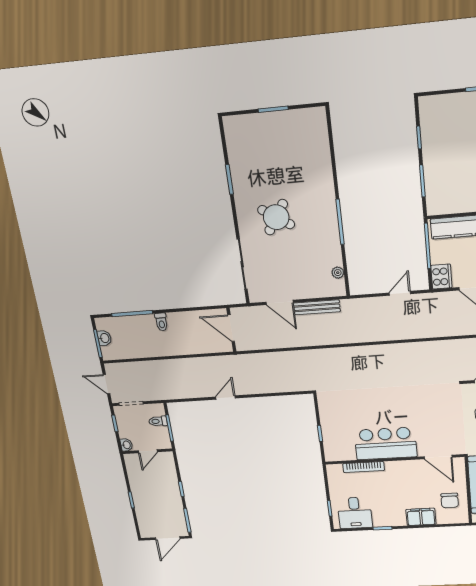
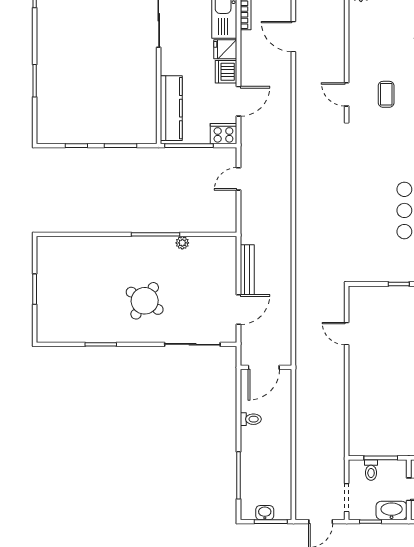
plant: (338, 273) -> (182, 243), moved
door: (400, 293) -> (238, 179), hinge flipped
toilet: (161, 322) -> (251, 419), moved
door: (226, 398) -> (347, 334), moved
washbasin: (126, 445) -> (392, 510), width x1.91, depth x1.45

